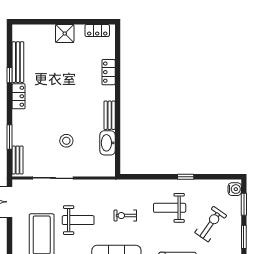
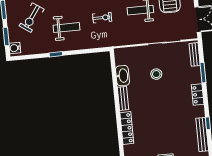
locker: (109, 72) -> (127, 128), width x1.53
locker: (19, 96) -> (198, 95), moved

